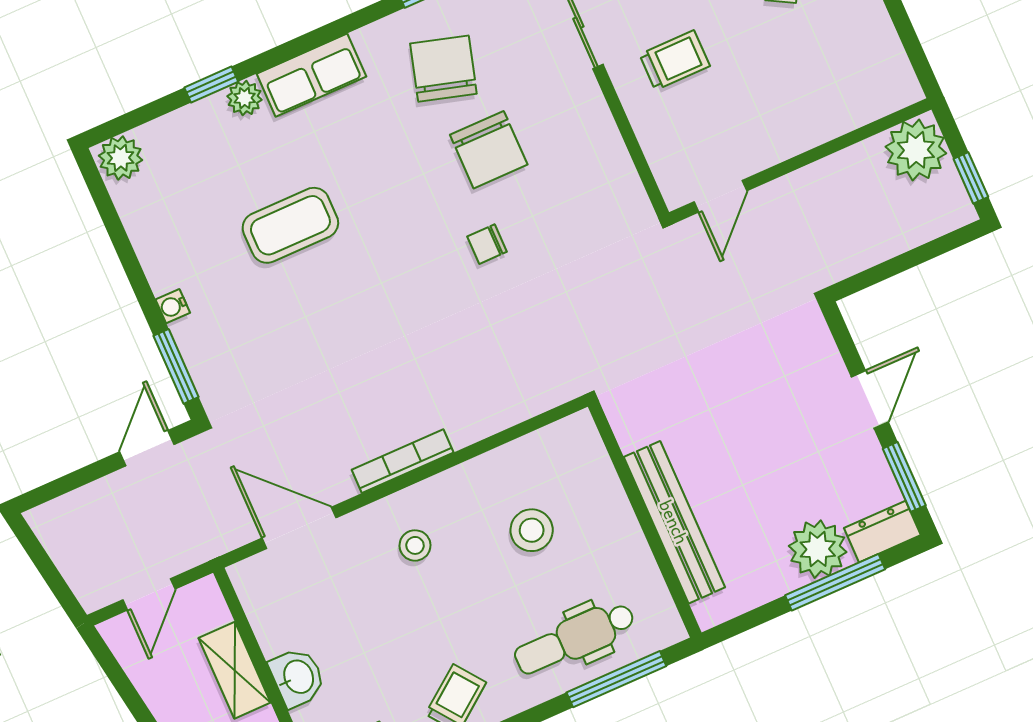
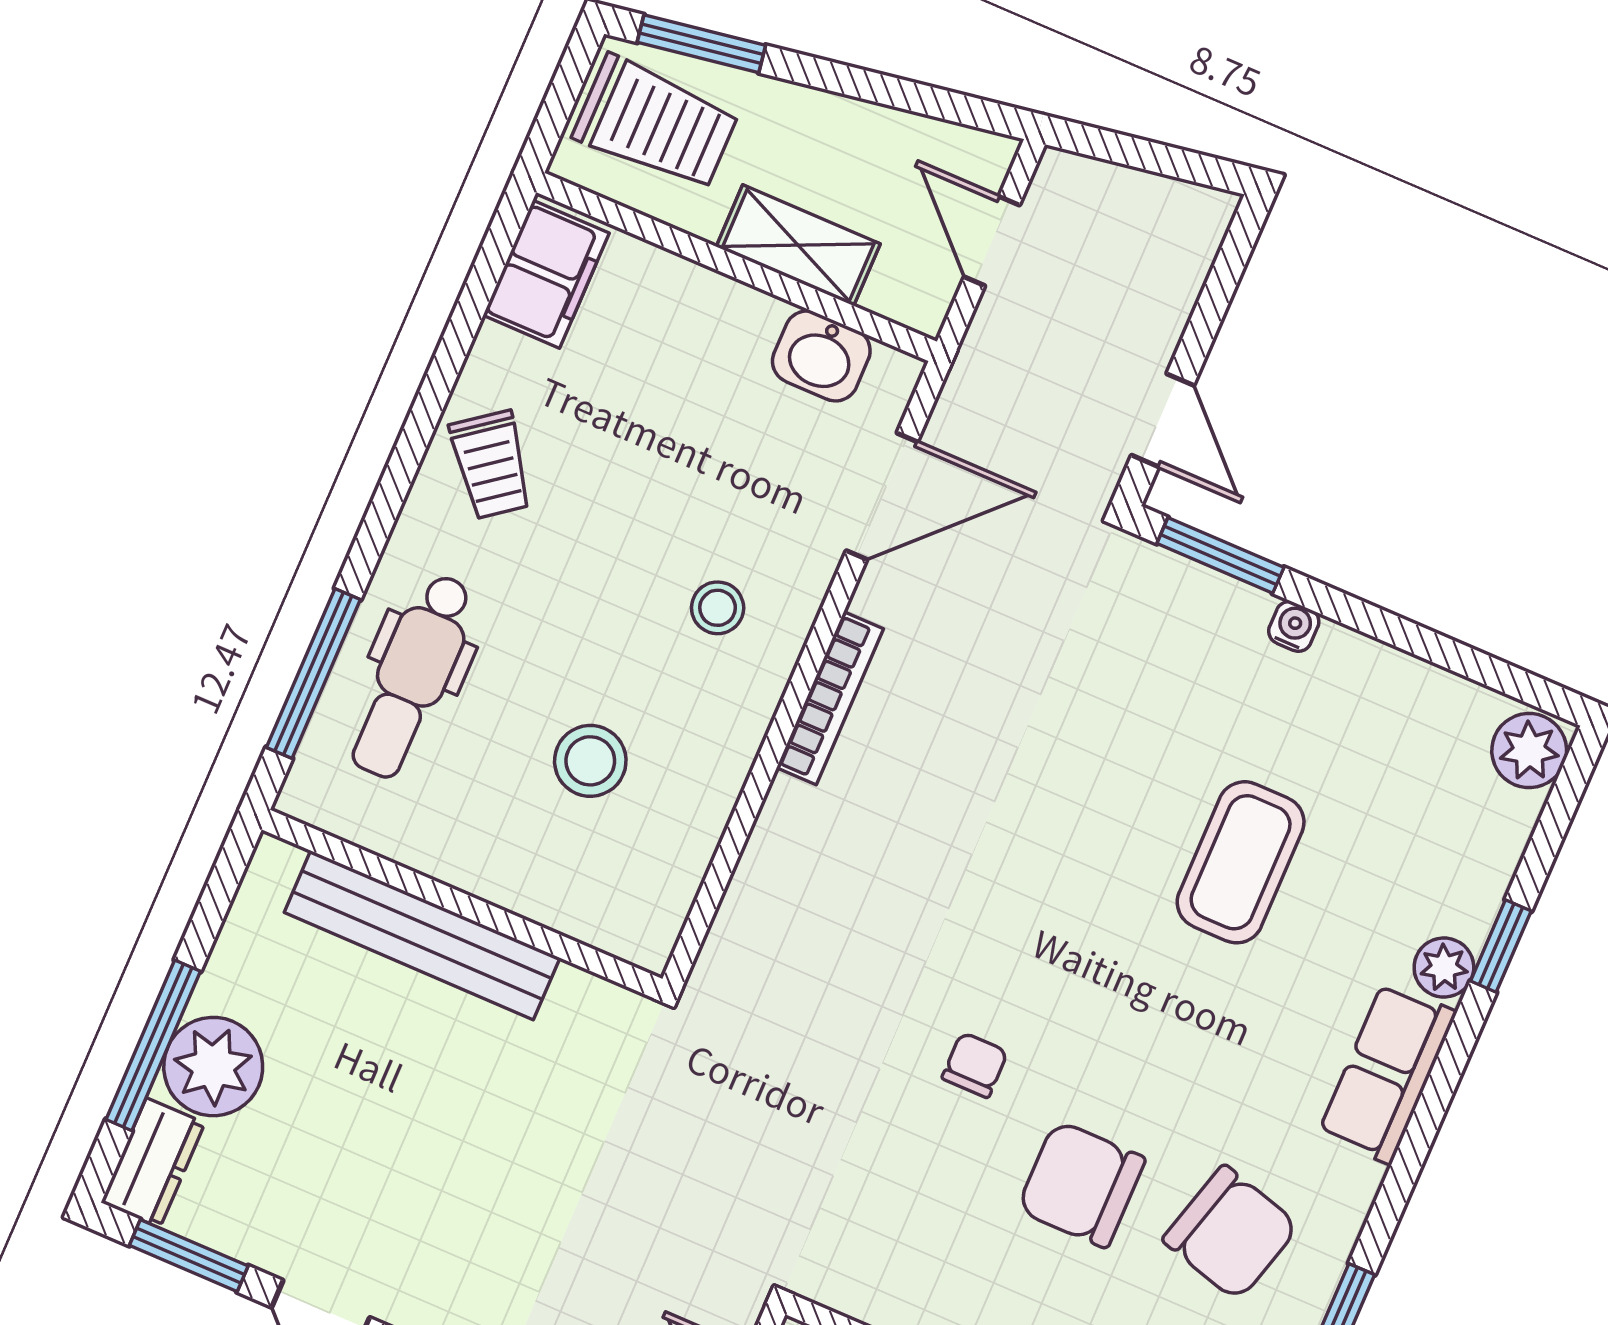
dental chair: (575, 638) -> (412, 676), turned 180
washbasin: (297, 677) -> (821, 356), moved

